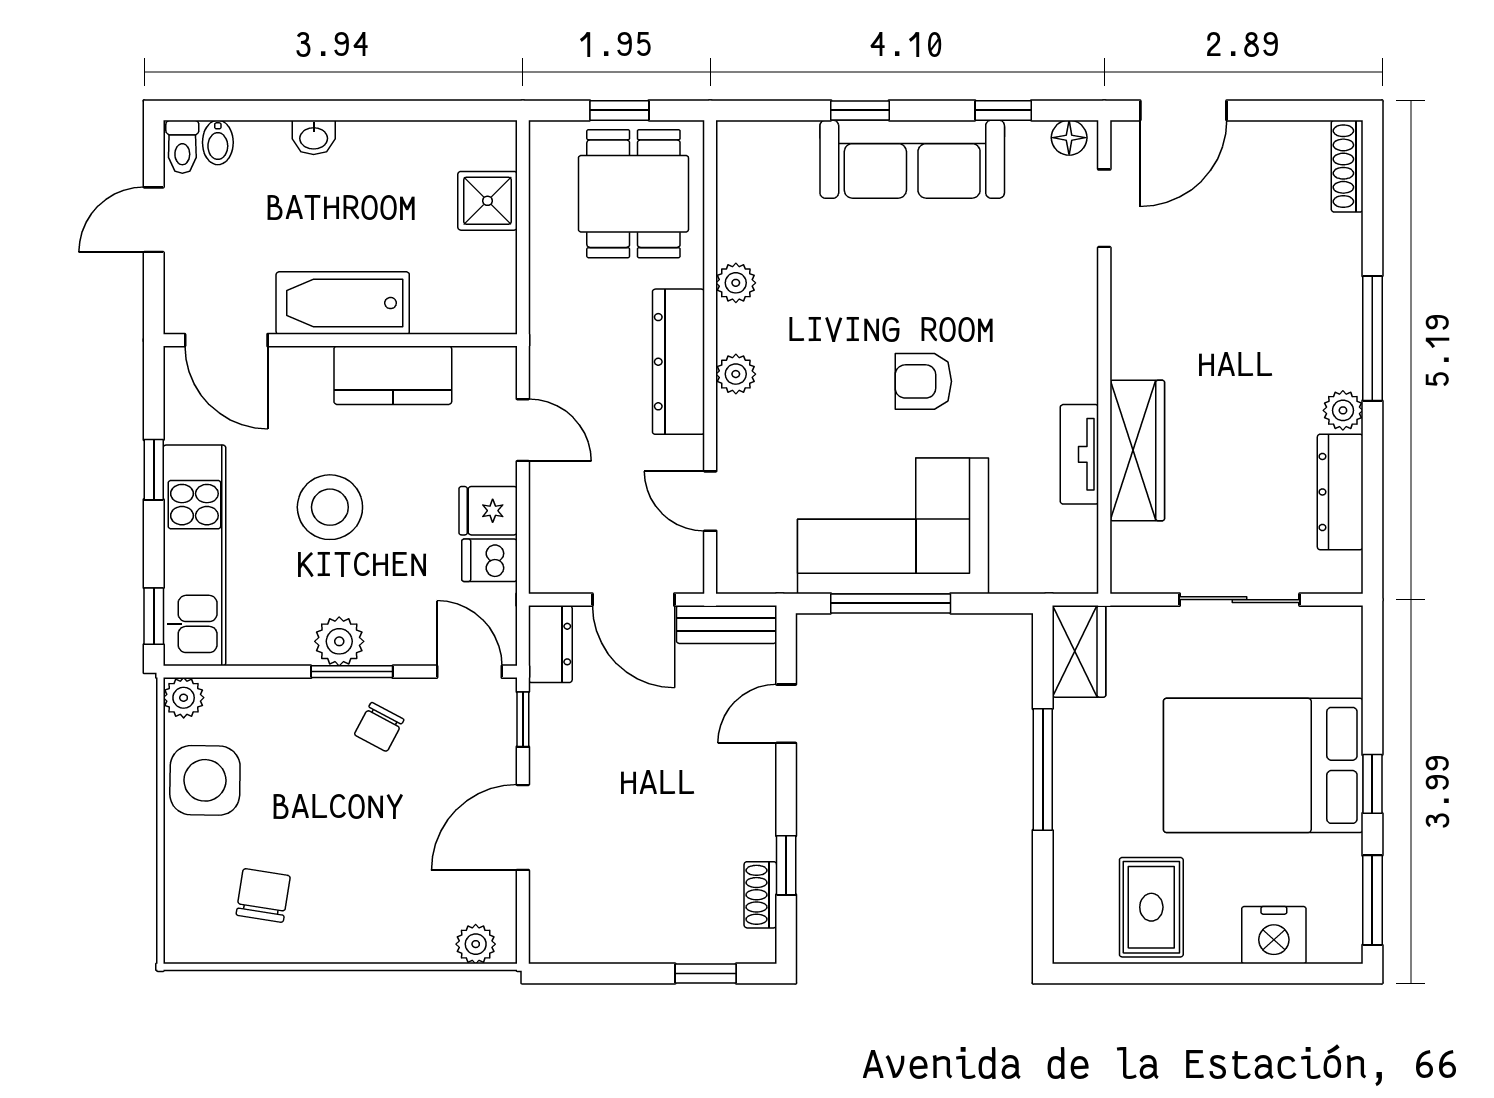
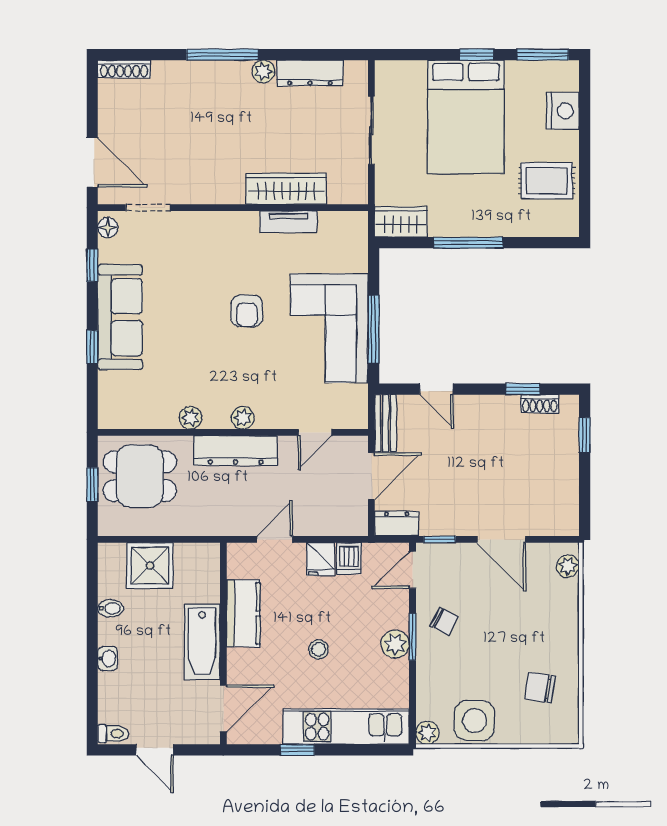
bidet: (218, 142) -> (111, 608), moved
shower: (487, 201) -> (150, 566), width x1.36, depth x1.36
stool: (330, 507) -> (319, 649), width x0.53, depth x0.53
window: (154, 616) -> (381, 750), removed

